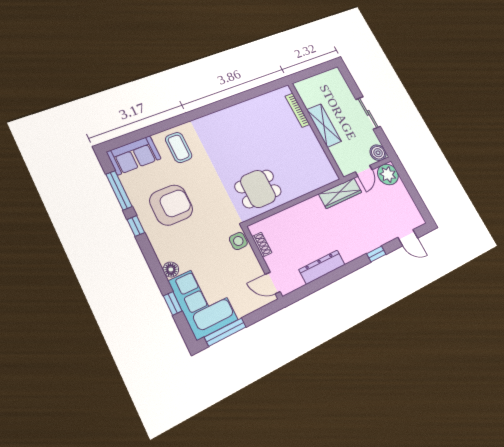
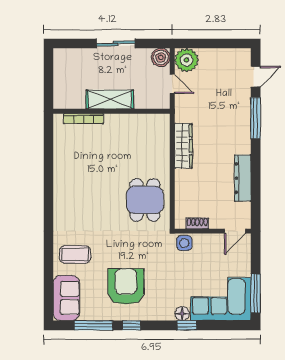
wardrobe: (340, 193) -> (183, 146), moved
window: (376, 254) -> (256, 118), width x2.17
window: (173, 303) -> (187, 325), moved

